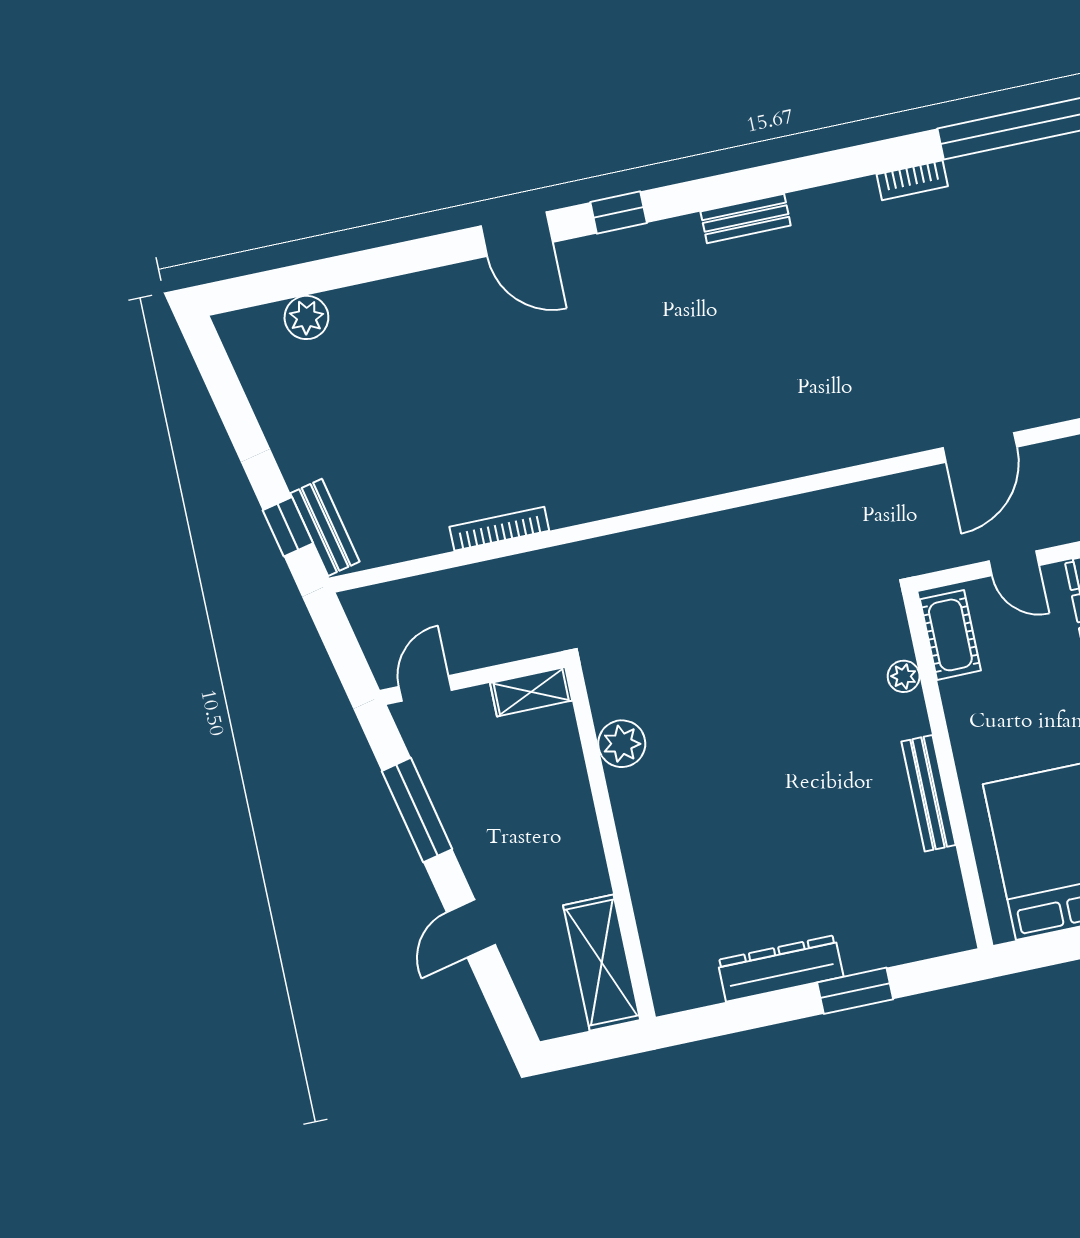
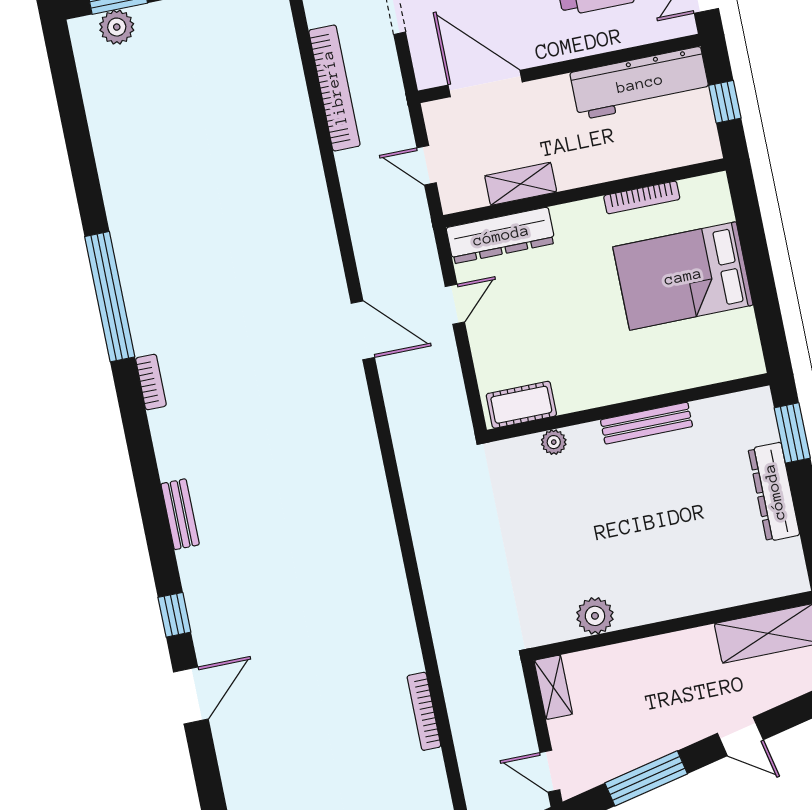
cot: (950, 635) -> (521, 405), moved
plant: (904, 676) -> (554, 442), moved
wall: (948, 770) -> (628, 408), moved
bench: (929, 793) -> (646, 423), moved

